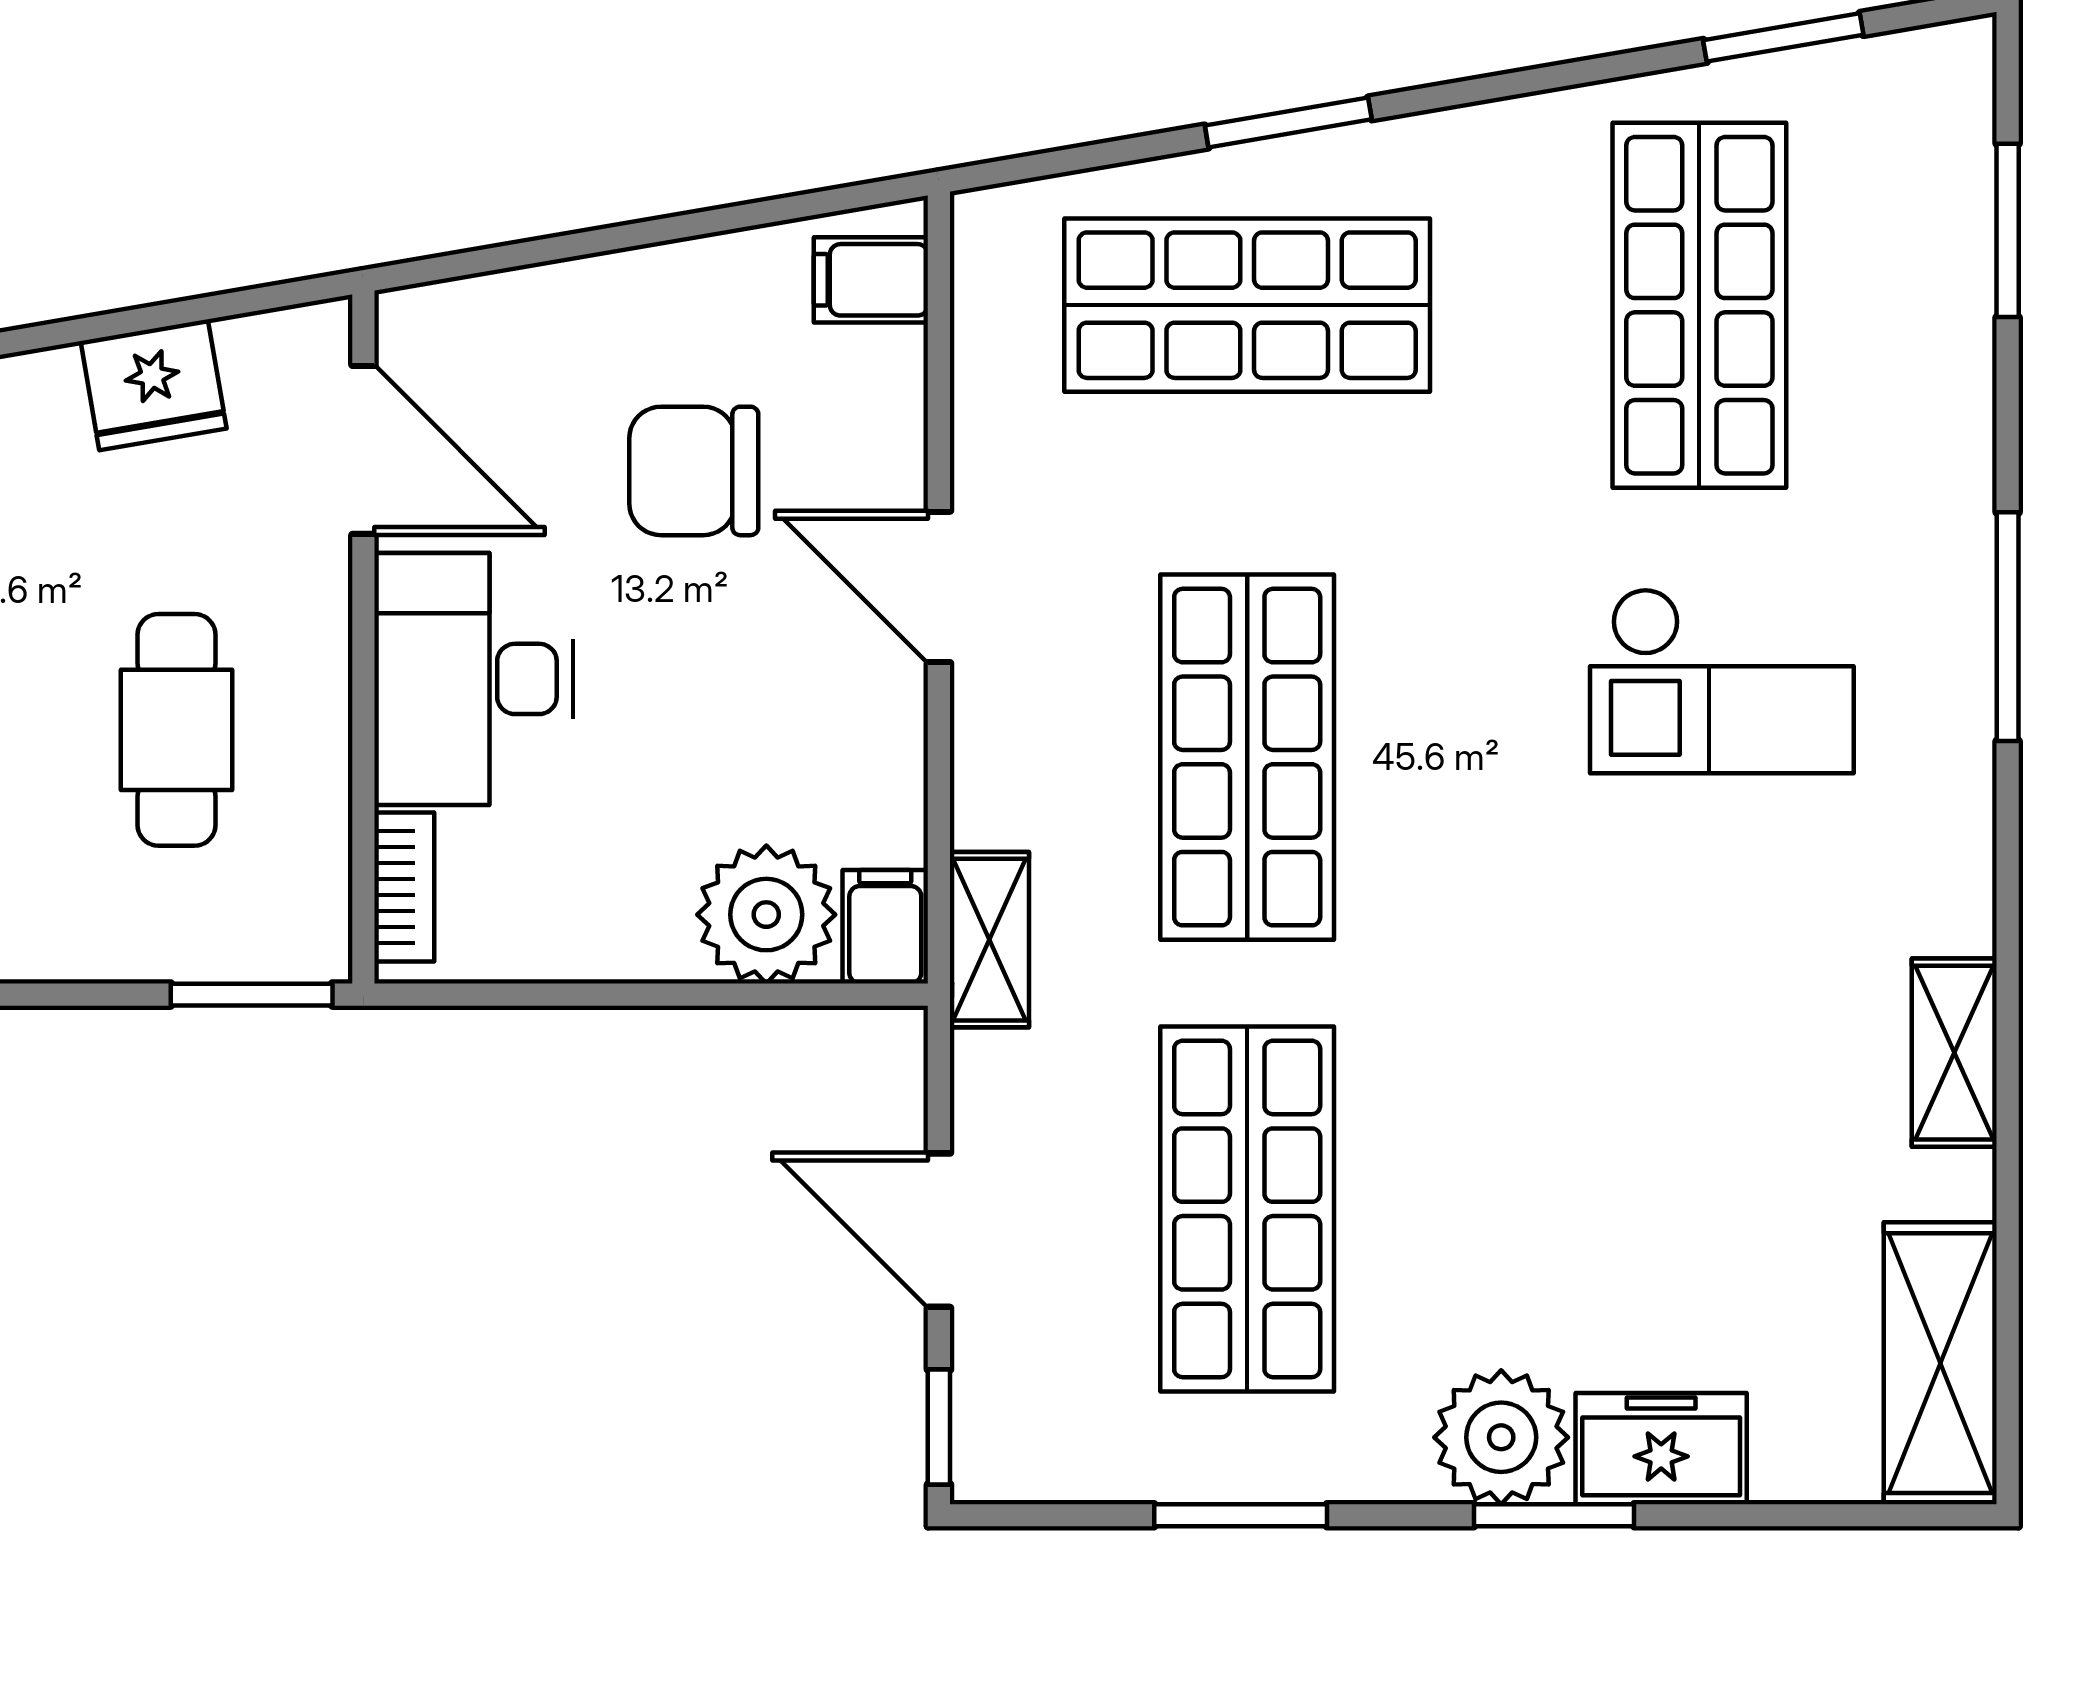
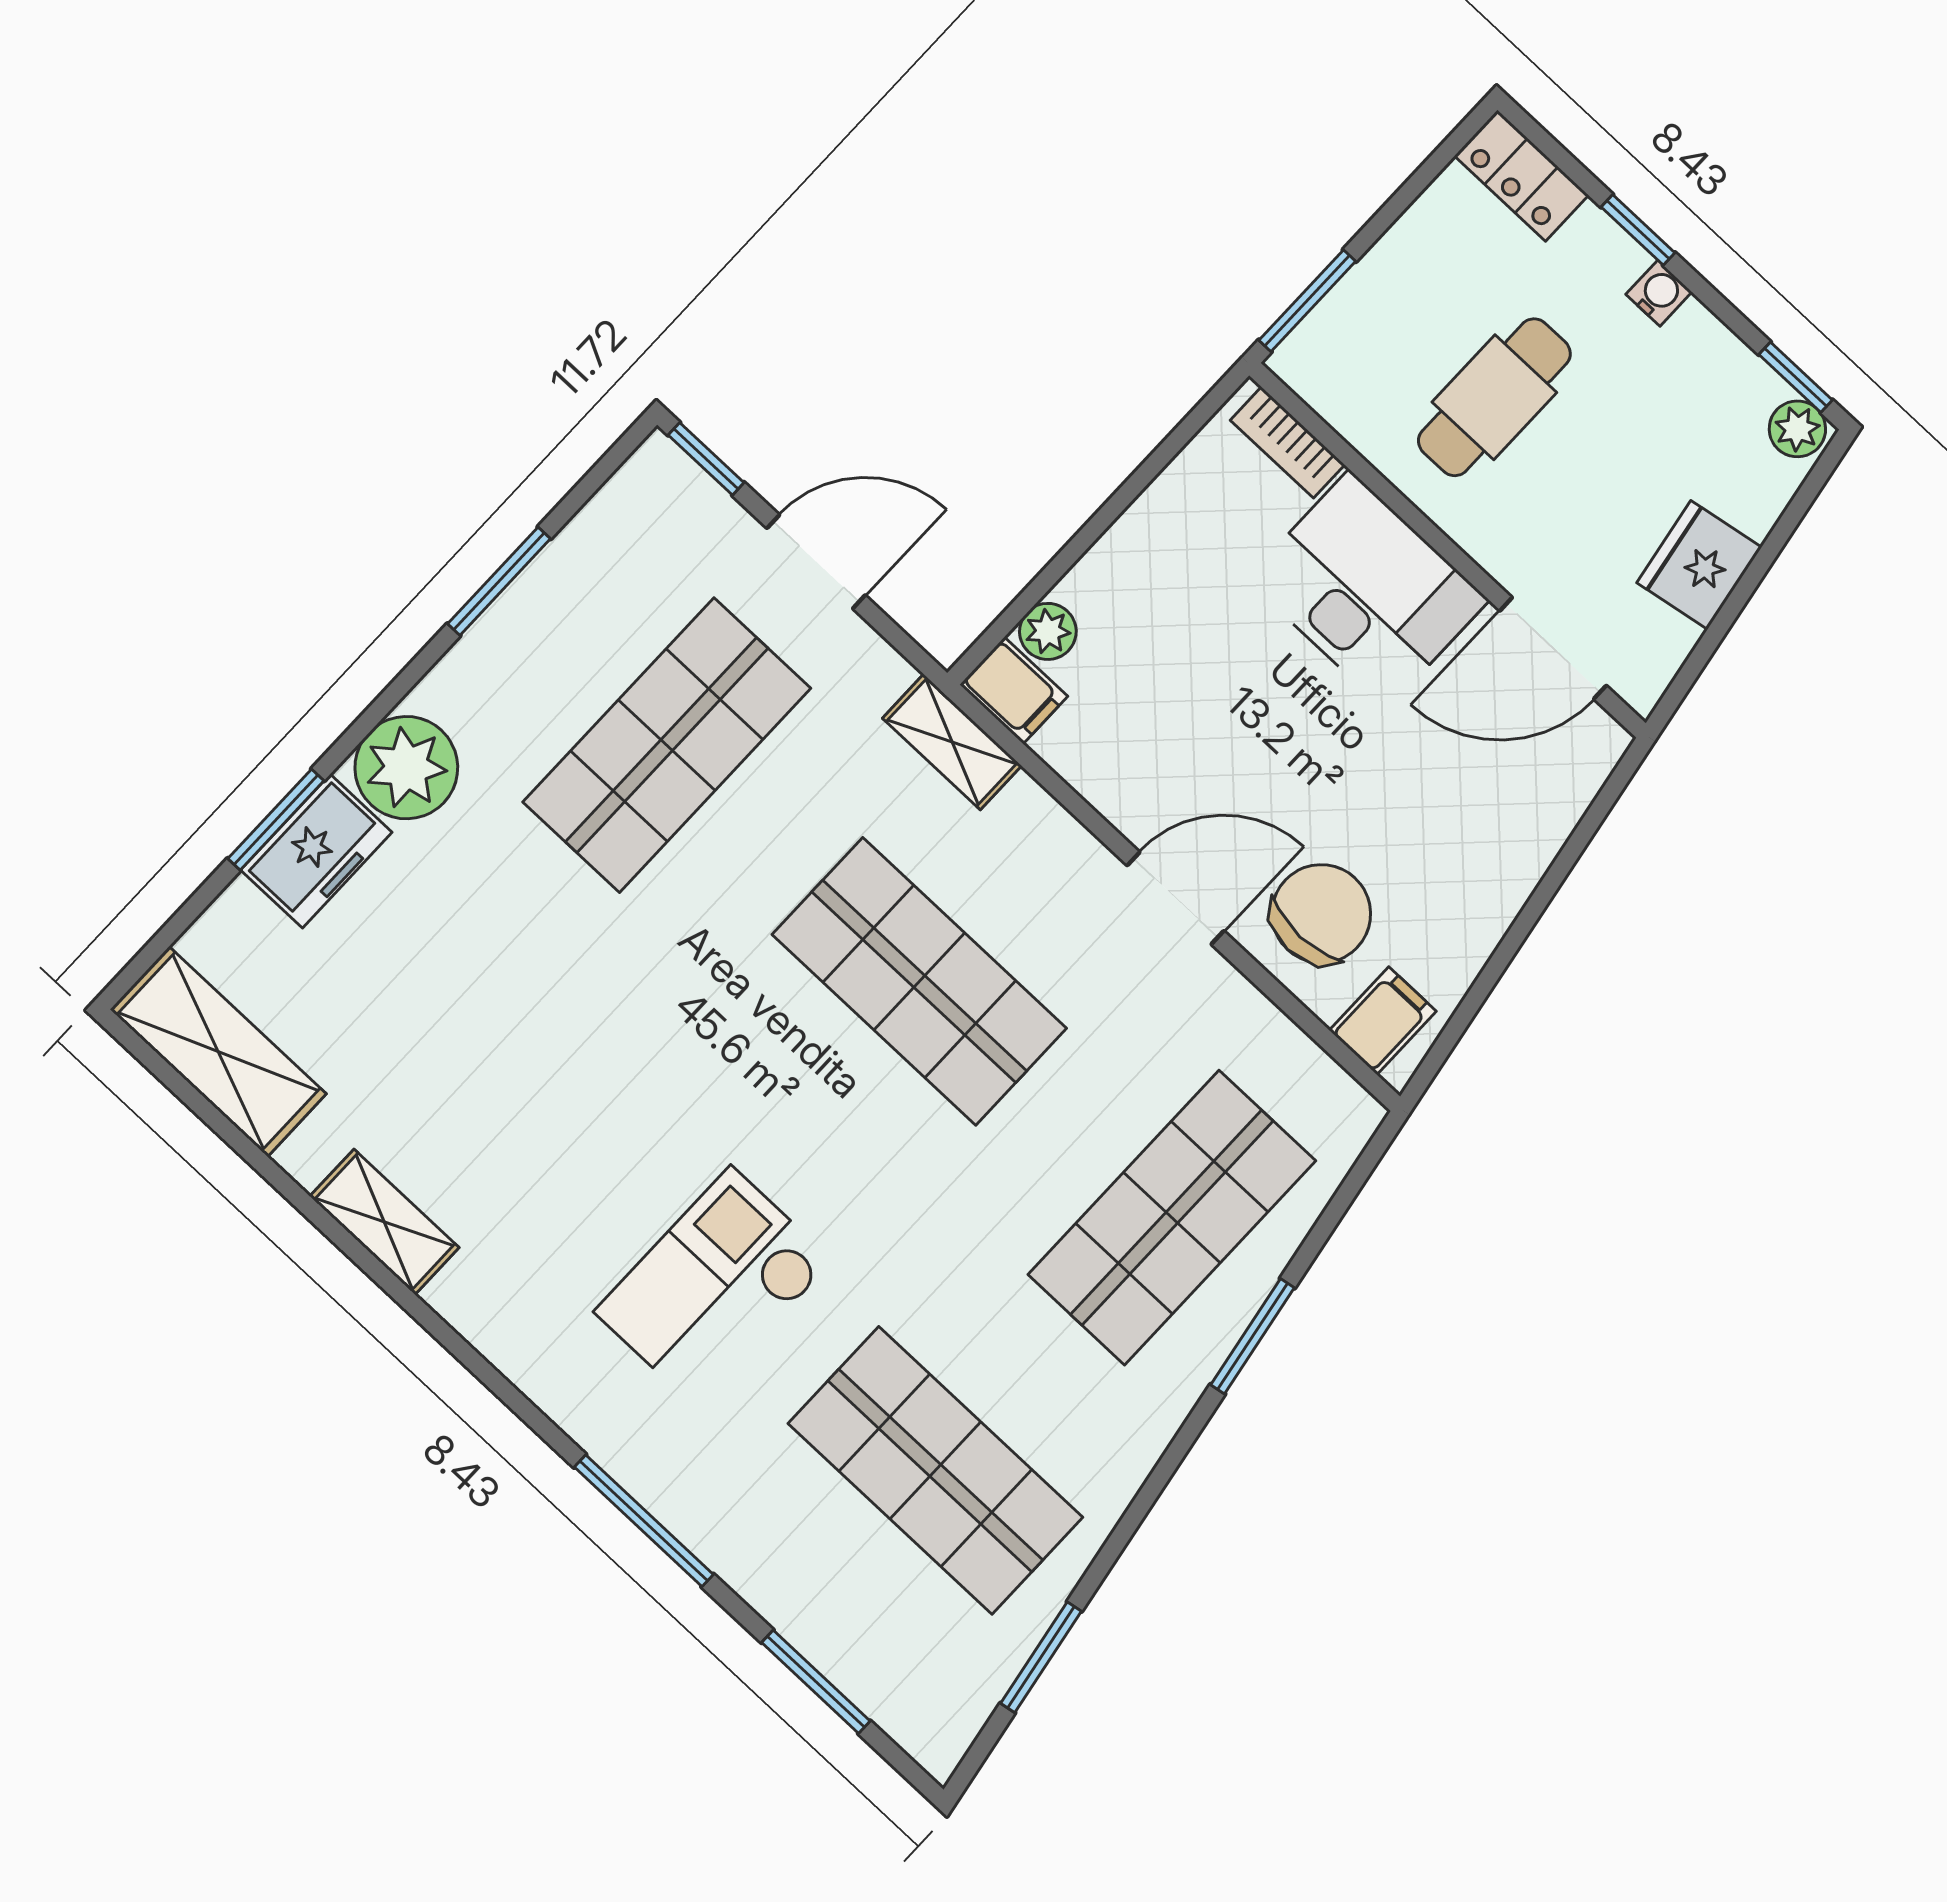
chair: (694, 471) -> (1321, 914), moved
window: (2008, 627) -> (644, 1521), moved
cafe table: (176, 730) -> (1494, 397), turned 90
plant: (766, 915) -> (1048, 631), width x0.53, depth x0.53
shop shelf: (1247, 1209) -> (667, 745), turned 90
window: (1554, 1515) -> (276, 820), moved

